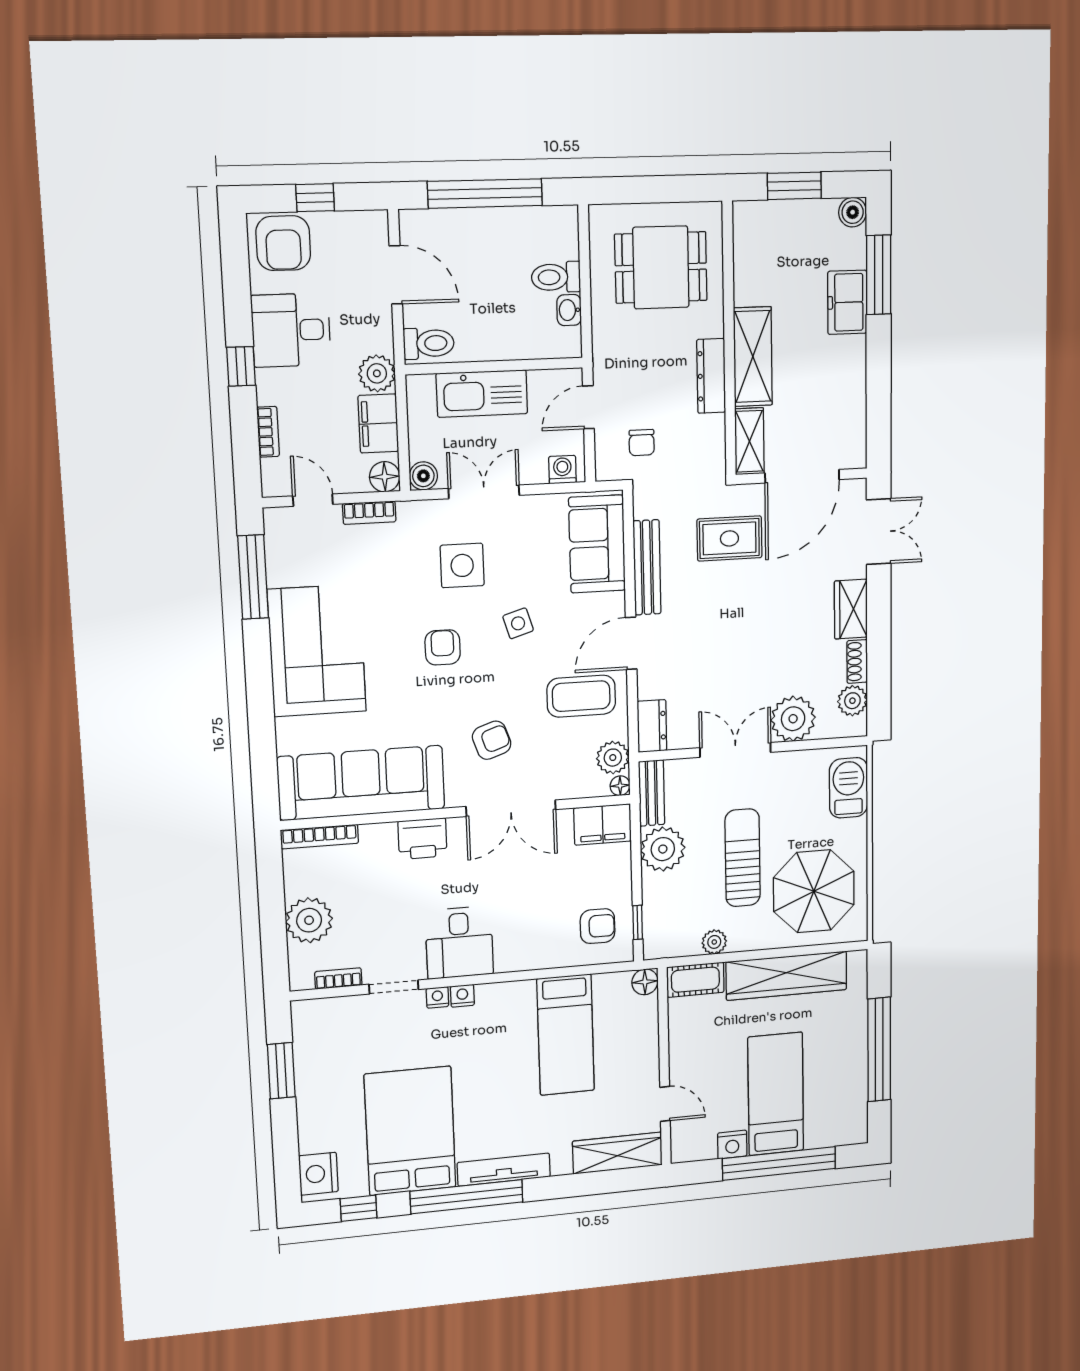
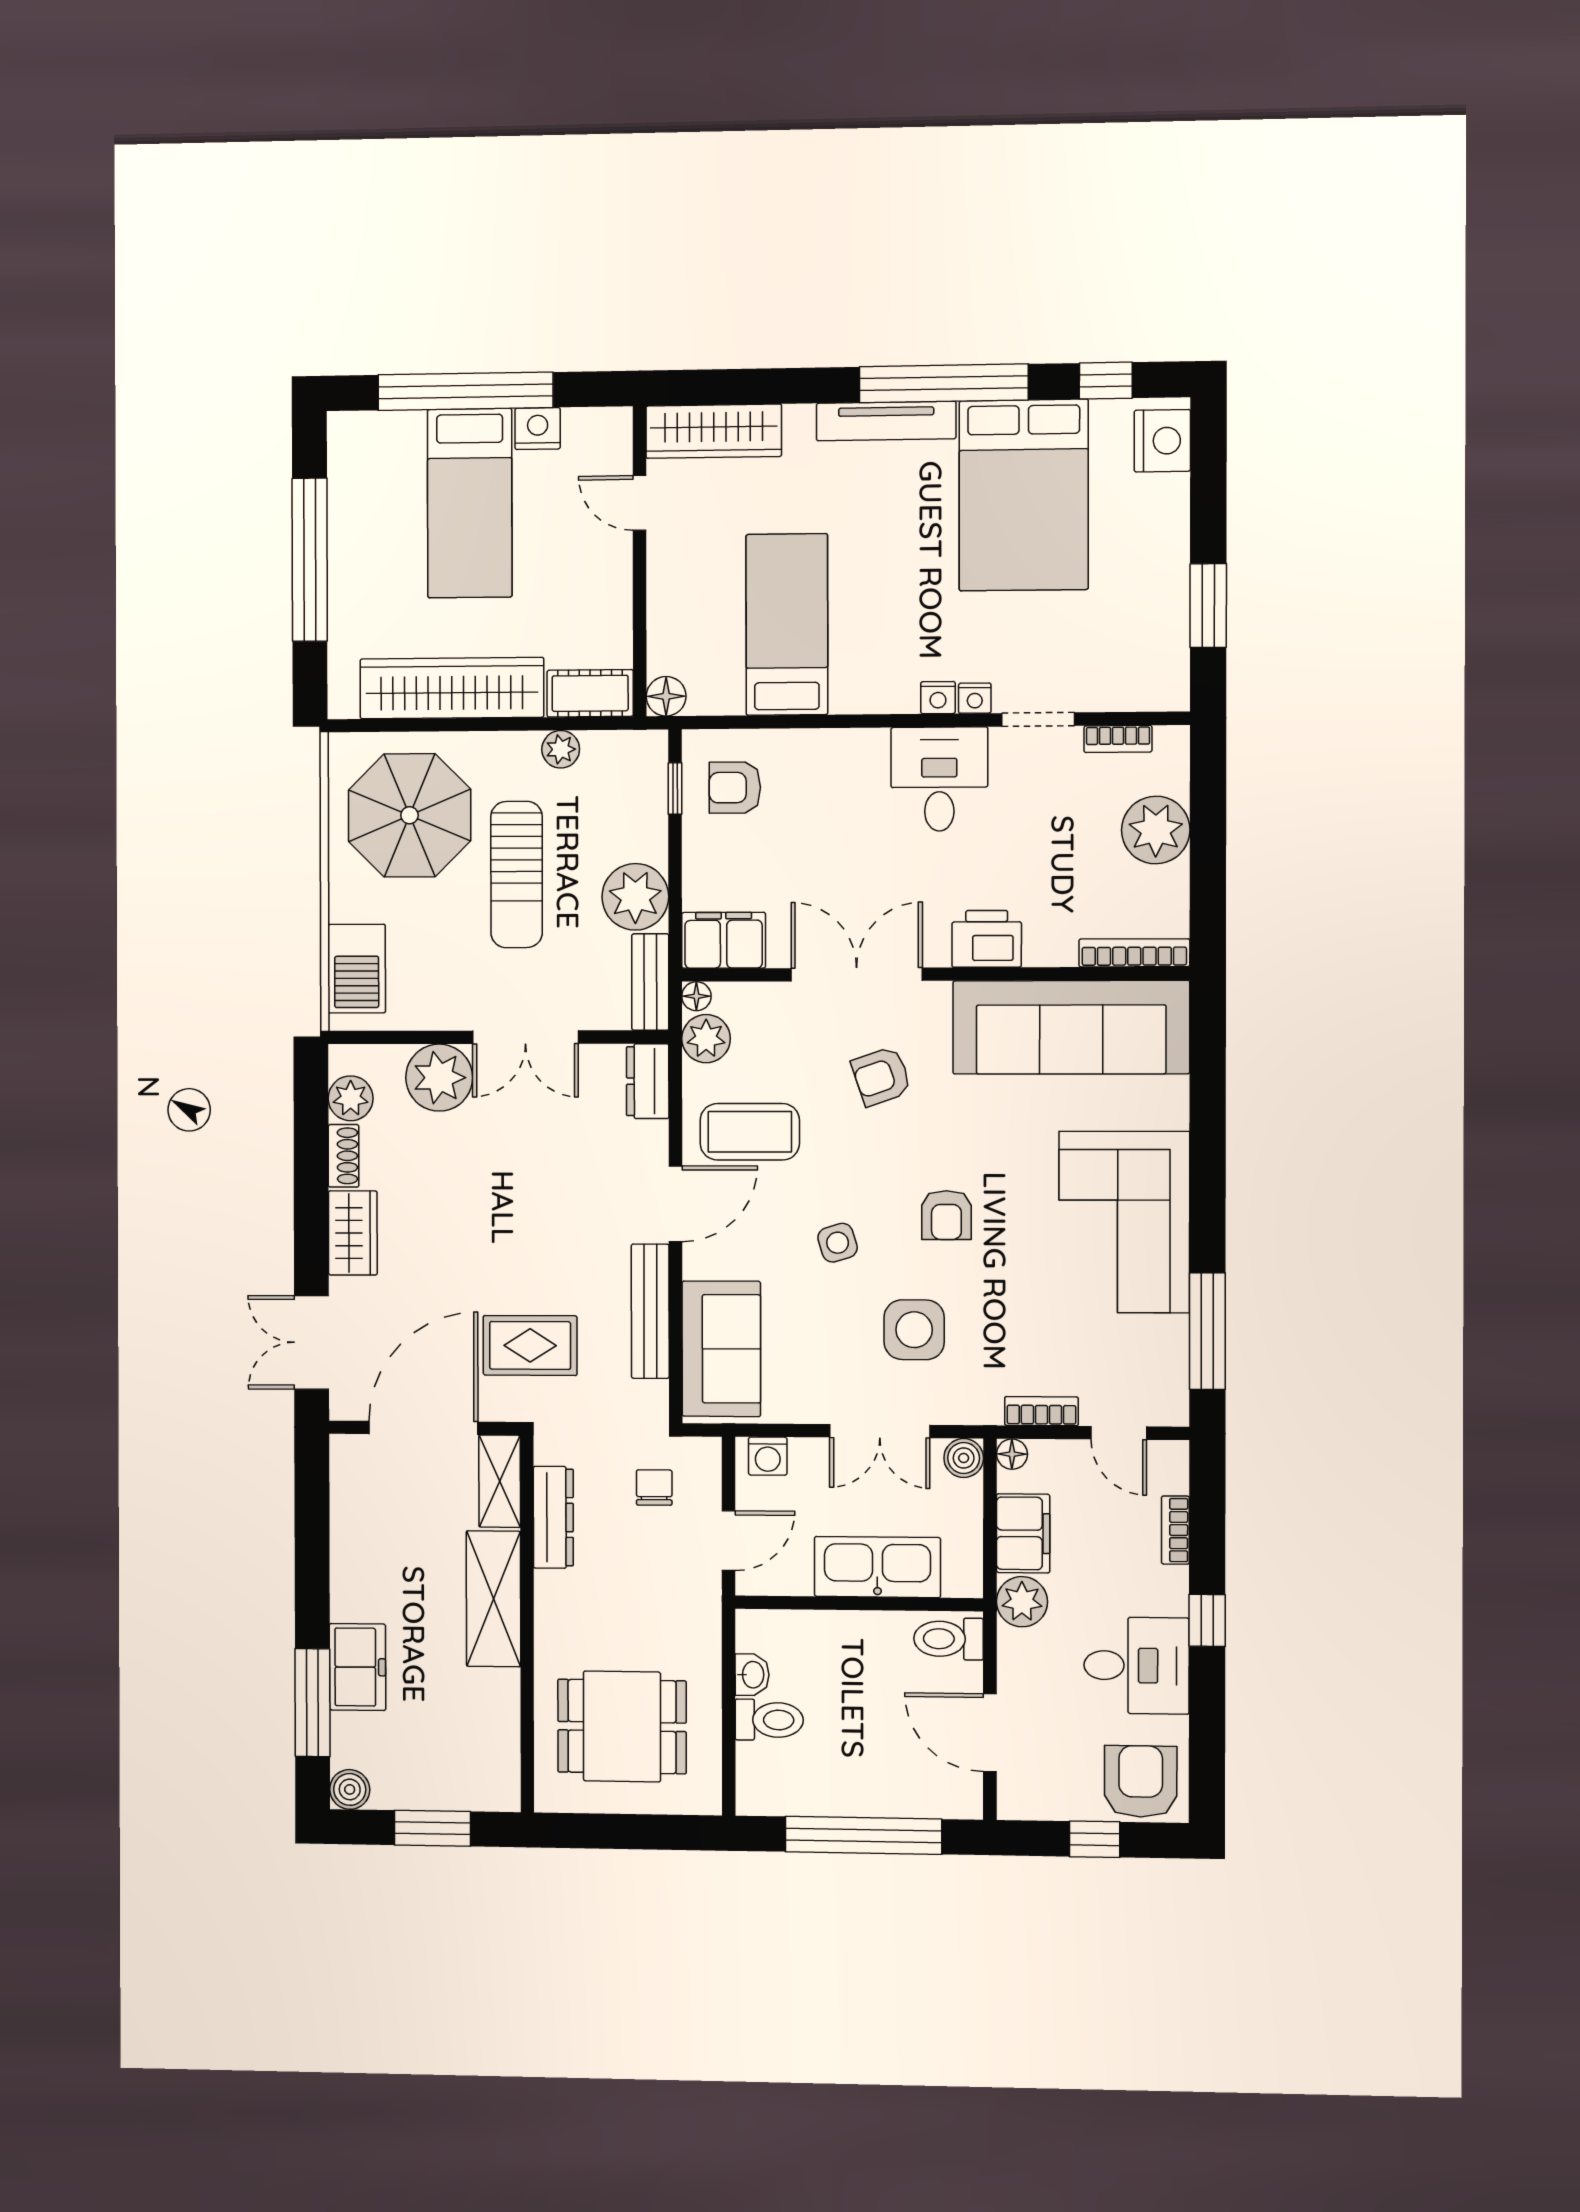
dresser: (711, 376) -> (553, 1517), moved
floor lamp: (385, 477) -> (1012, 1454), width x0.73, depth x0.73

